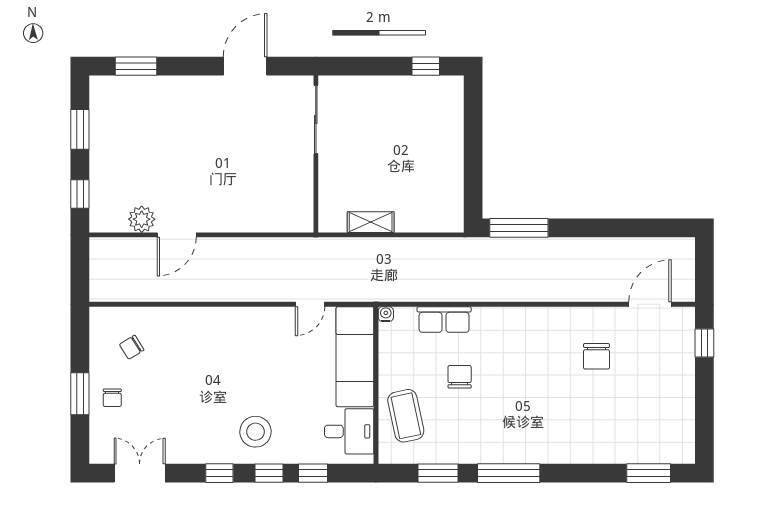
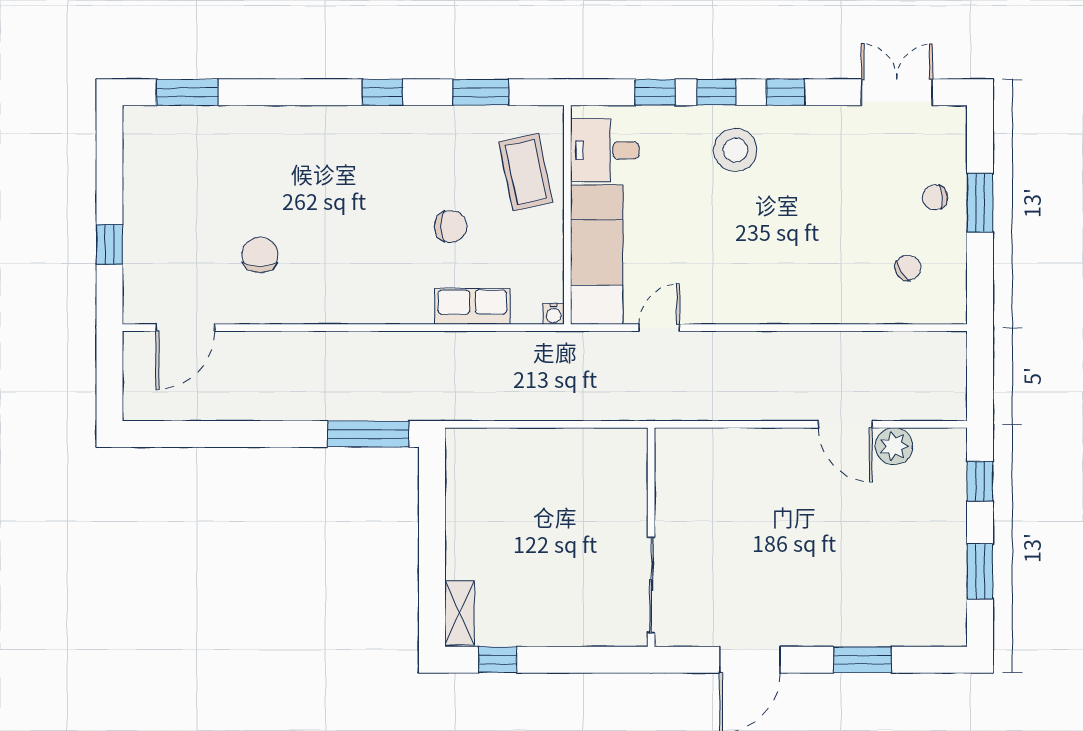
window: (136, 66) -> (862, 660), moved
shelving: (371, 222) -> (459, 613), moved, turned 90
door: (177, 235) -> (845, 424), swing flipped
window: (704, 343) -> (110, 244), moved
chair: (460, 377) -> (451, 226), turned -90
chair: (112, 398) -> (935, 197), turned -95
double door: (140, 473) -> (897, 92), swing flipped
window: (509, 473) -> (382, 92), width x0.46

